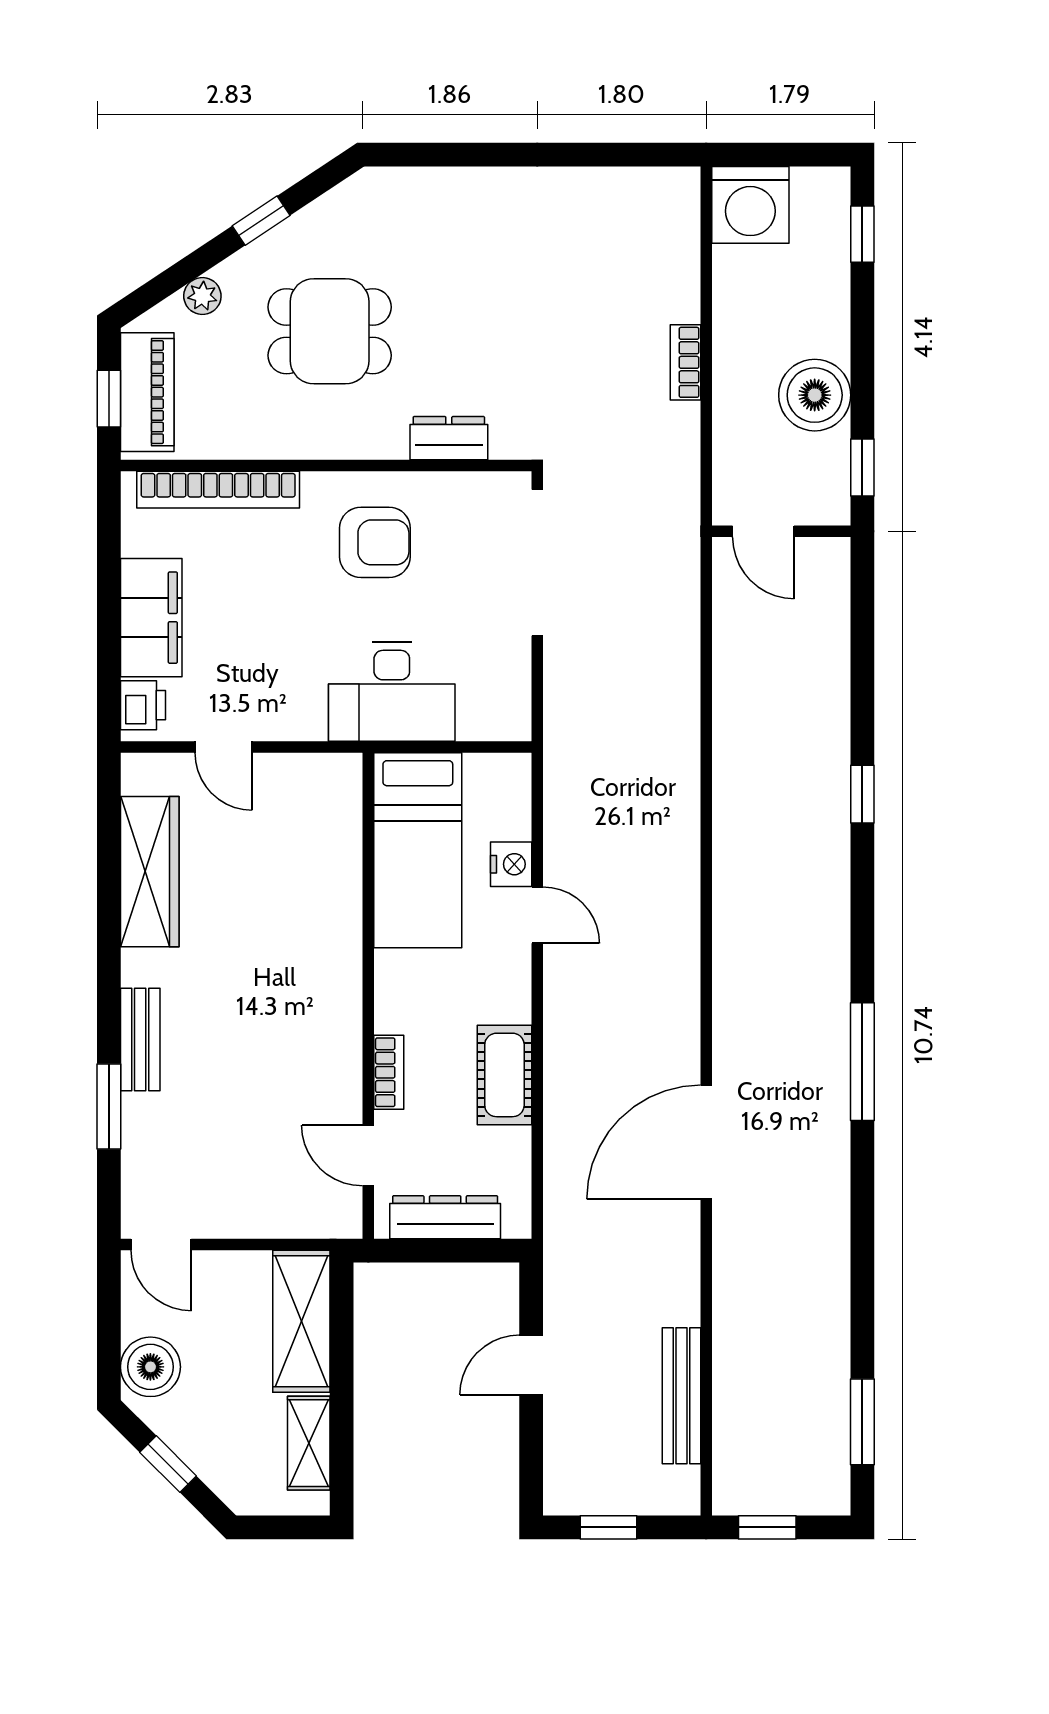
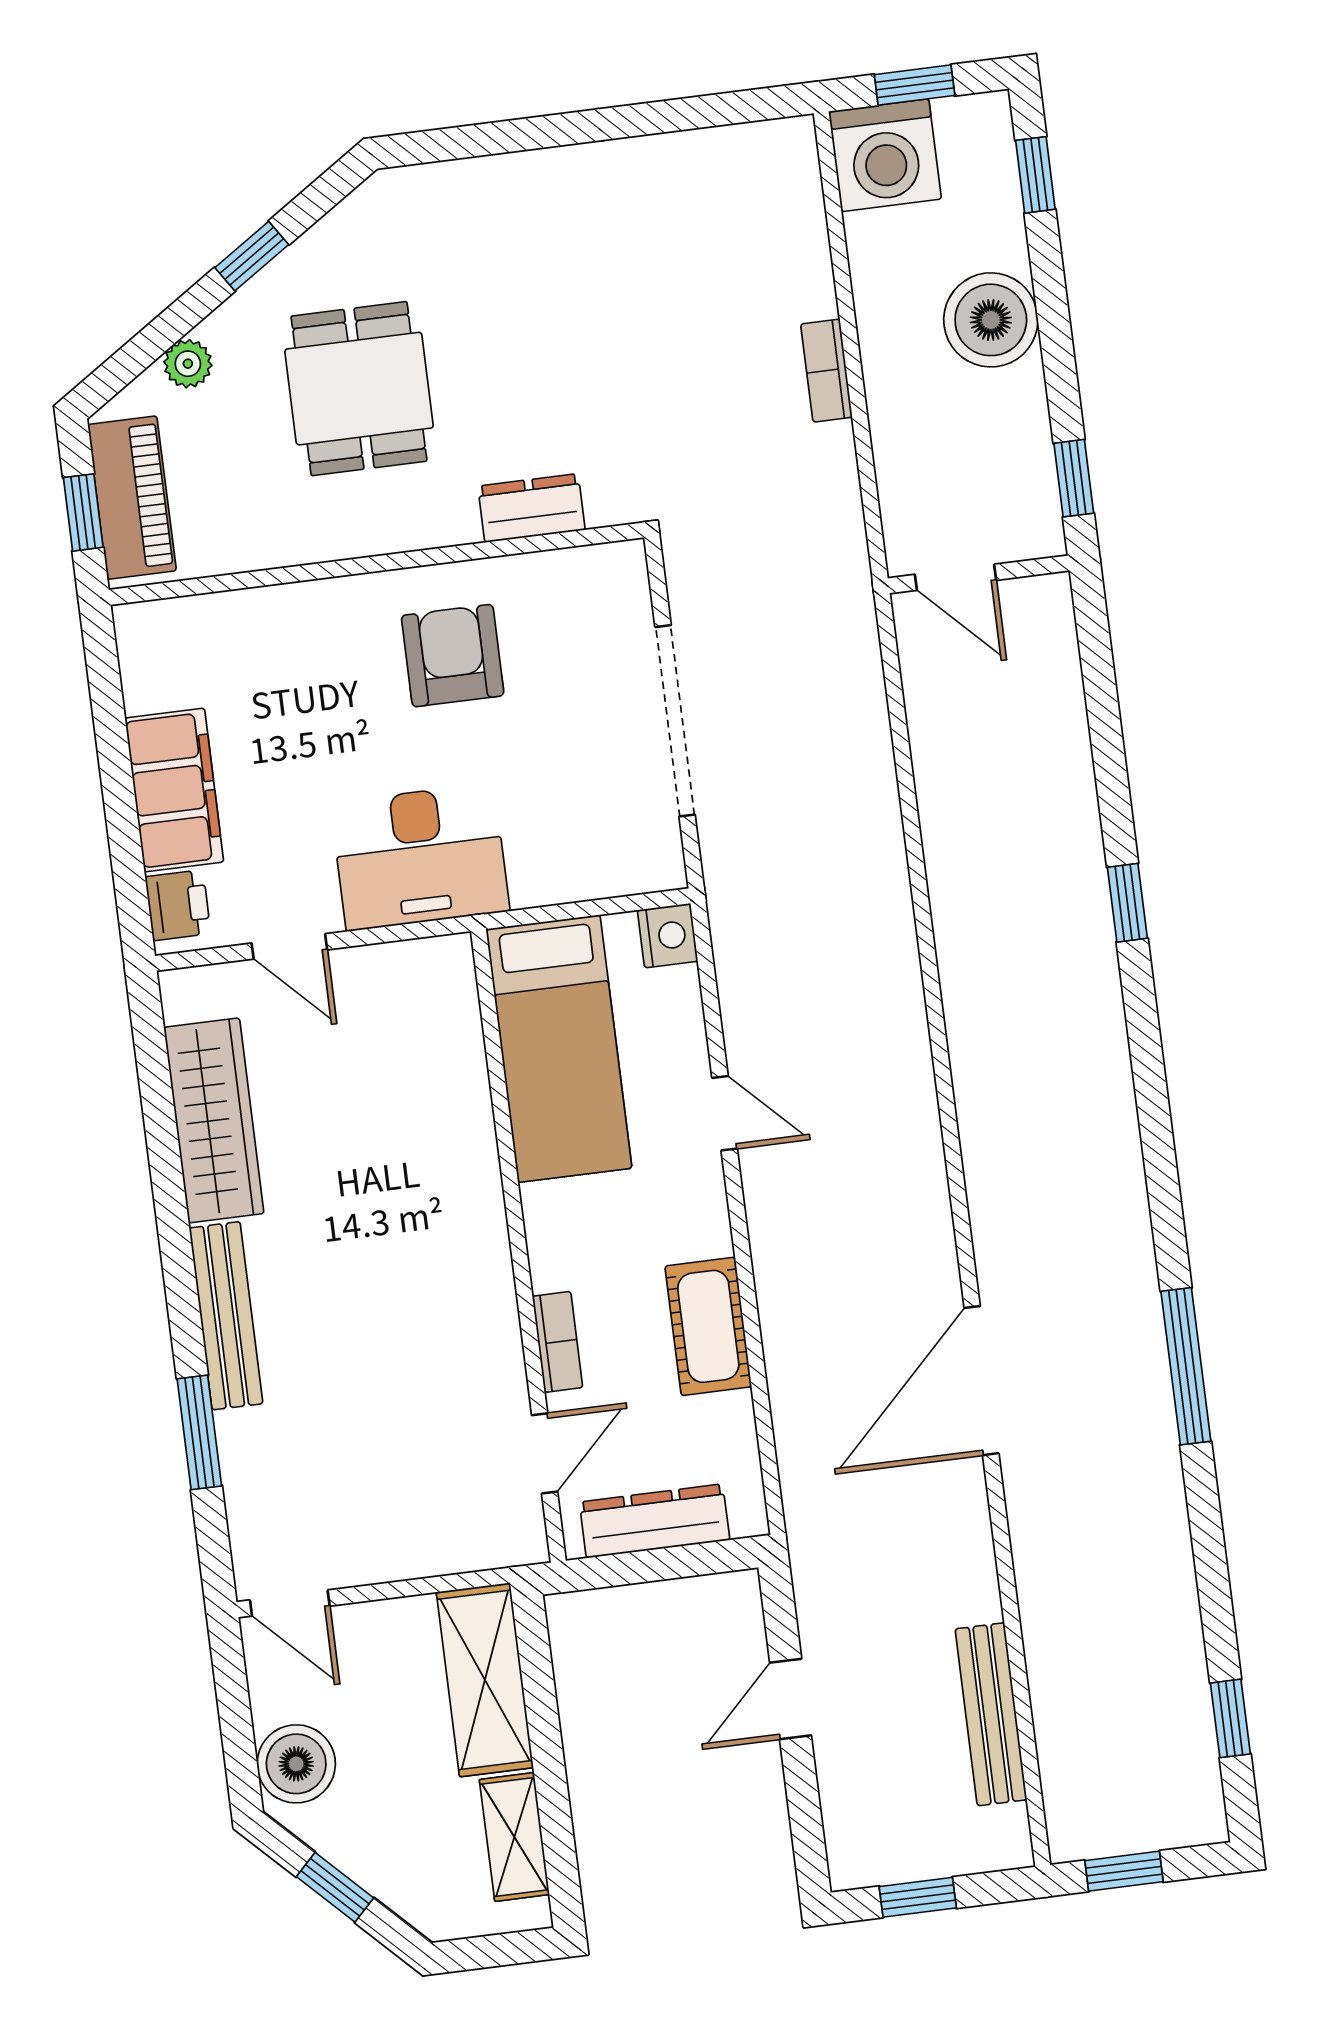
window: (779, 155) -> (915, 85), added
dining table: (330, 331) -> (359, 389), turned 90
boiler: (815, 395) -> (991, 320), moved
bookcase: (218, 490) -> (240, 613), removed
armchair: (375, 542) -> (453, 656), turned -90
doorway: (537, 563) -> (675, 721), moved
desk: (392, 692) -> (420, 857), moved
nightstand: (511, 864) -> (668, 936), moved
bench: (140, 1039) -> (226, 1316), width x1.36
window: (862, 1062) -> (1186, 1366), moved
door: (368, 1156) -> (545, 1453), swing flipped
window: (862, 1422) -> (1230, 1718), width x0.67

